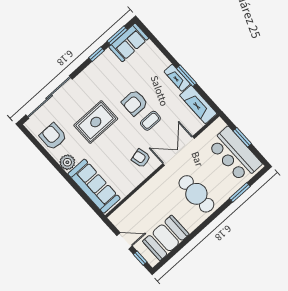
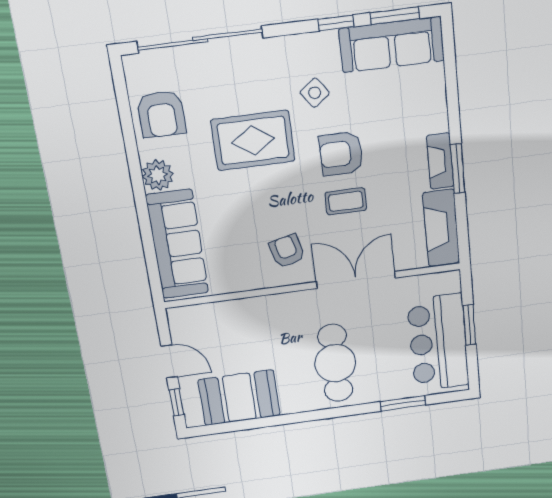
sofa: (129, 42) -> (392, 45), width x1.36
side table: (107, 86) -> (315, 93), added
armchair: (53, 136) -> (161, 114), turned 180

